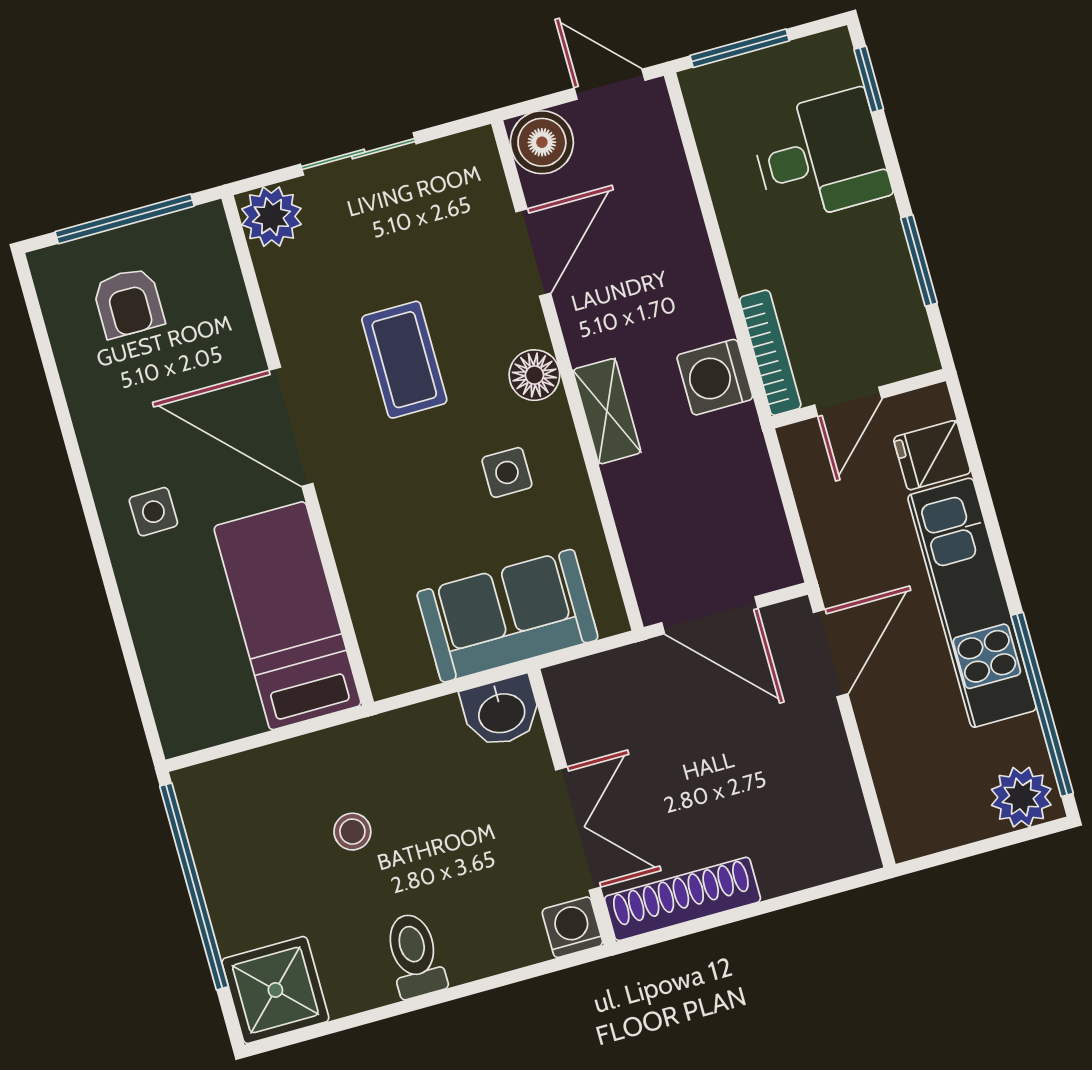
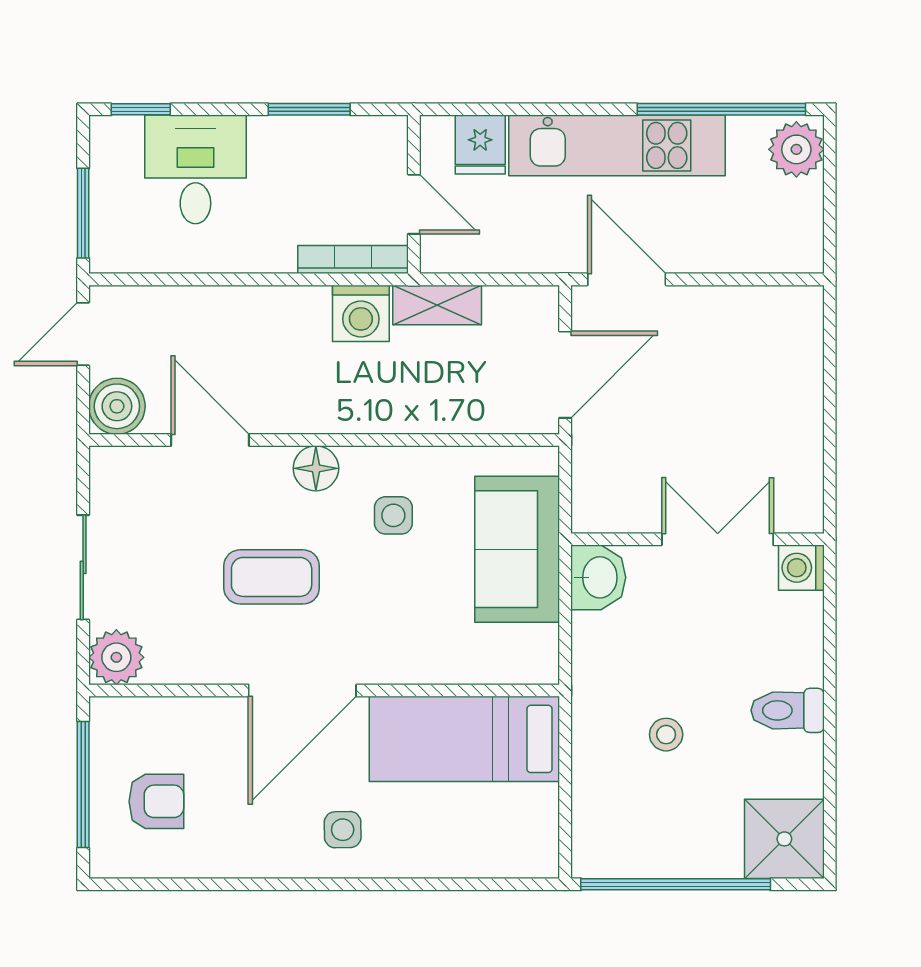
shelving: (607, 411) -> (437, 305), moved
shoe rack: (682, 899) -> (803, 466), removed

